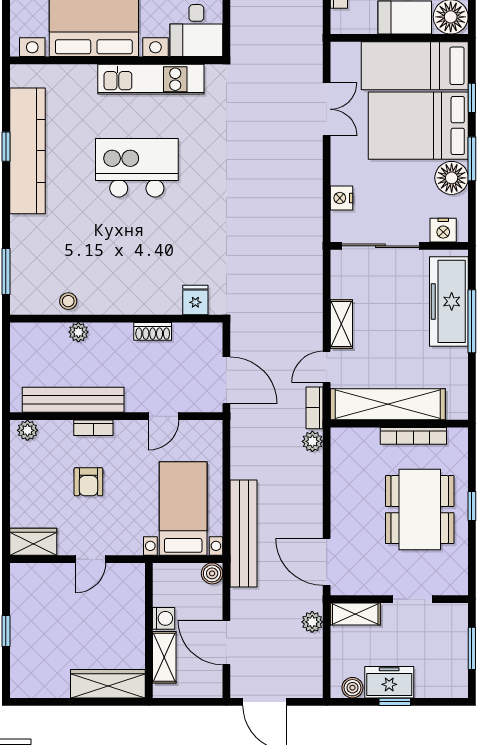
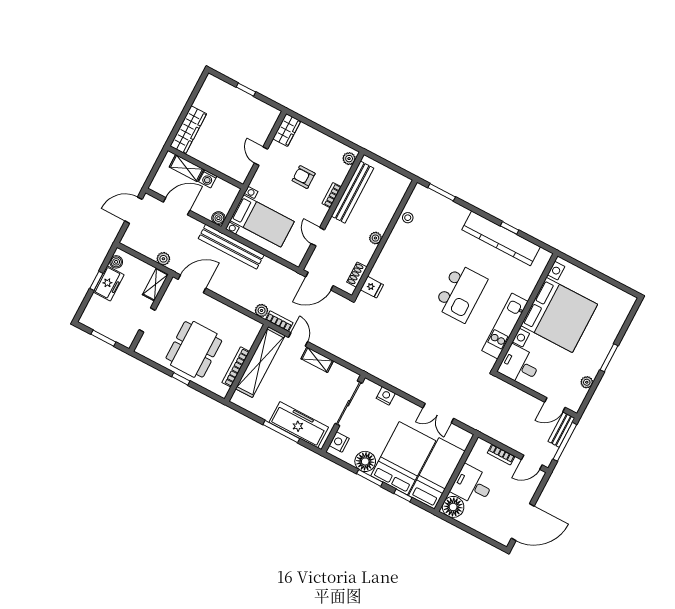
shoe rack: (153, 331) -> (357, 275), moved
plant: (78, 332) -> (375, 238), moved
dining table: (420, 510) -> (194, 349), turned 90

